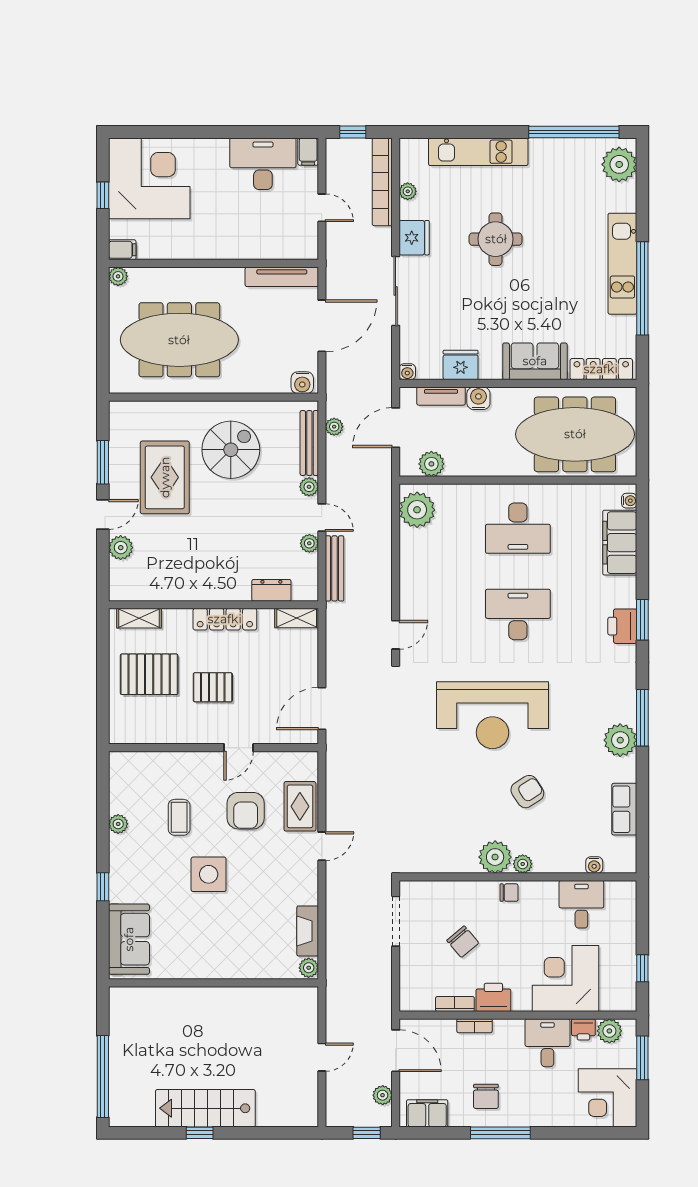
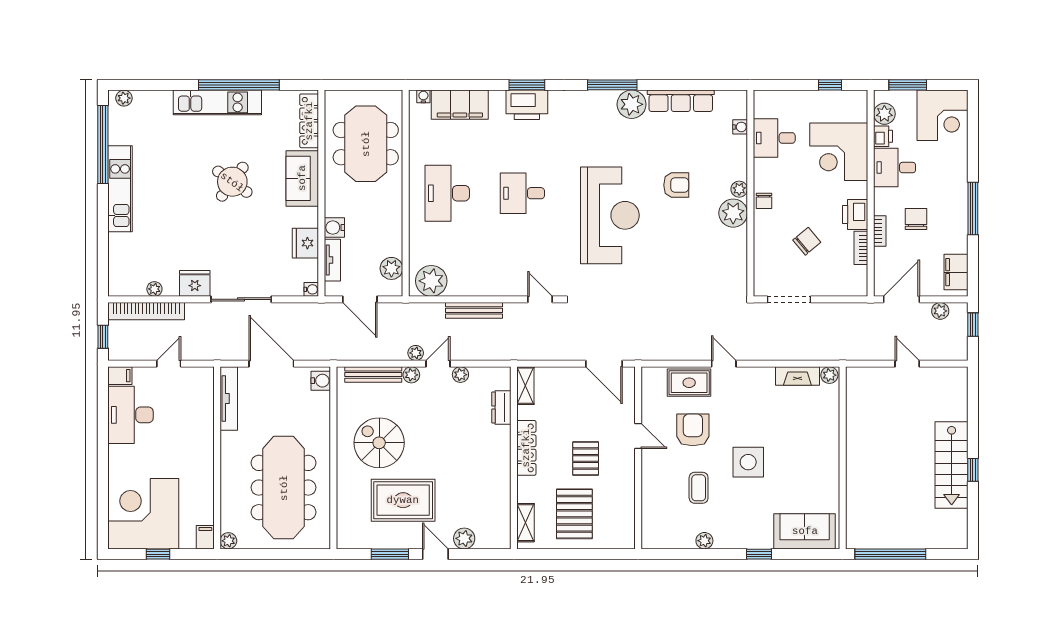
kitchen unit: (478, 152) -> (120, 189), moved
plant: (619, 164) -> (124, 98), width x0.53, depth x0.53
round table: (496, 239) -> (232, 182), moved, turned 36
plant: (334, 427) -> (416, 353), moved
meeting table: (575, 434) -> (366, 144), width x0.73
desk: (518, 528) -> (447, 193), turned 180
bench: (335, 568) -> (474, 310), moved
desk: (518, 614) -> (522, 193), width x0.73
printer: (622, 626) -> (527, 105), width x1.37, depth x1.19
armchair: (527, 792) -> (676, 185), turned 123
row of seats: (624, 809) -> (681, 101), width x1.48
armchair: (246, 811) -> (693, 430), turned -90
coffee table: (179, 817) -> (699, 488), turned 90
chair: (509, 893) -> (764, 201), turned 180
window: (103, 1077) -> (890, 554), moved
chair: (486, 1096) -> (916, 219), moved, turned -90

